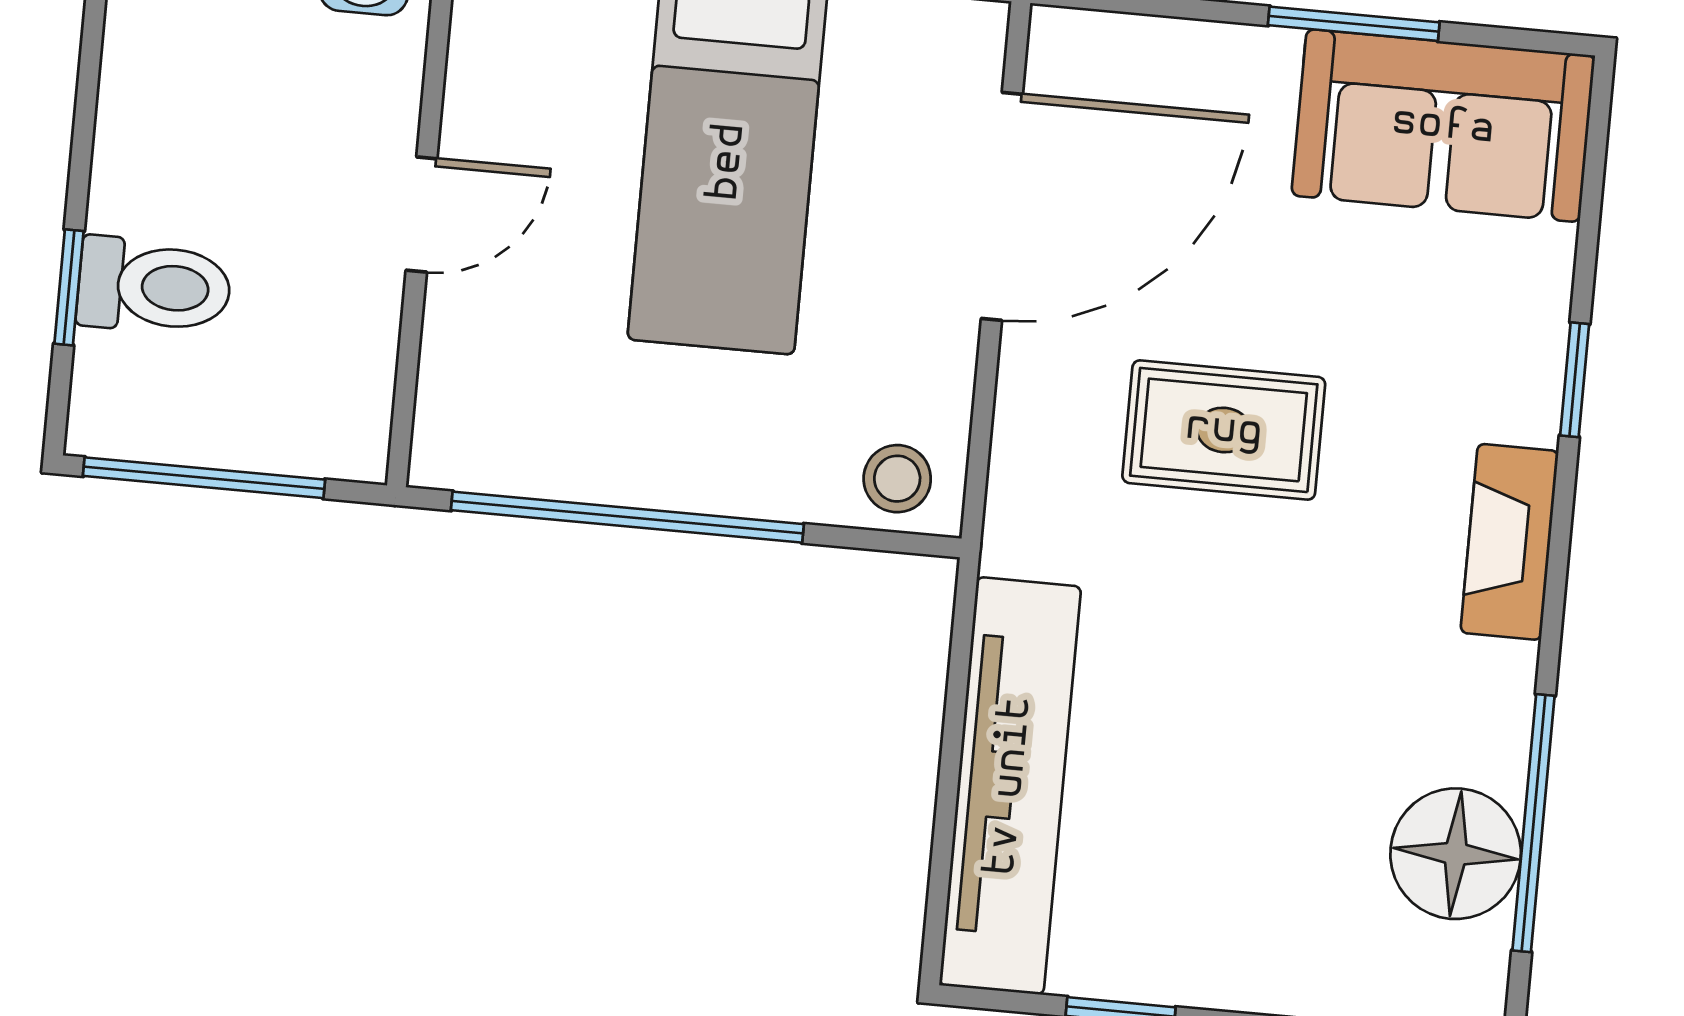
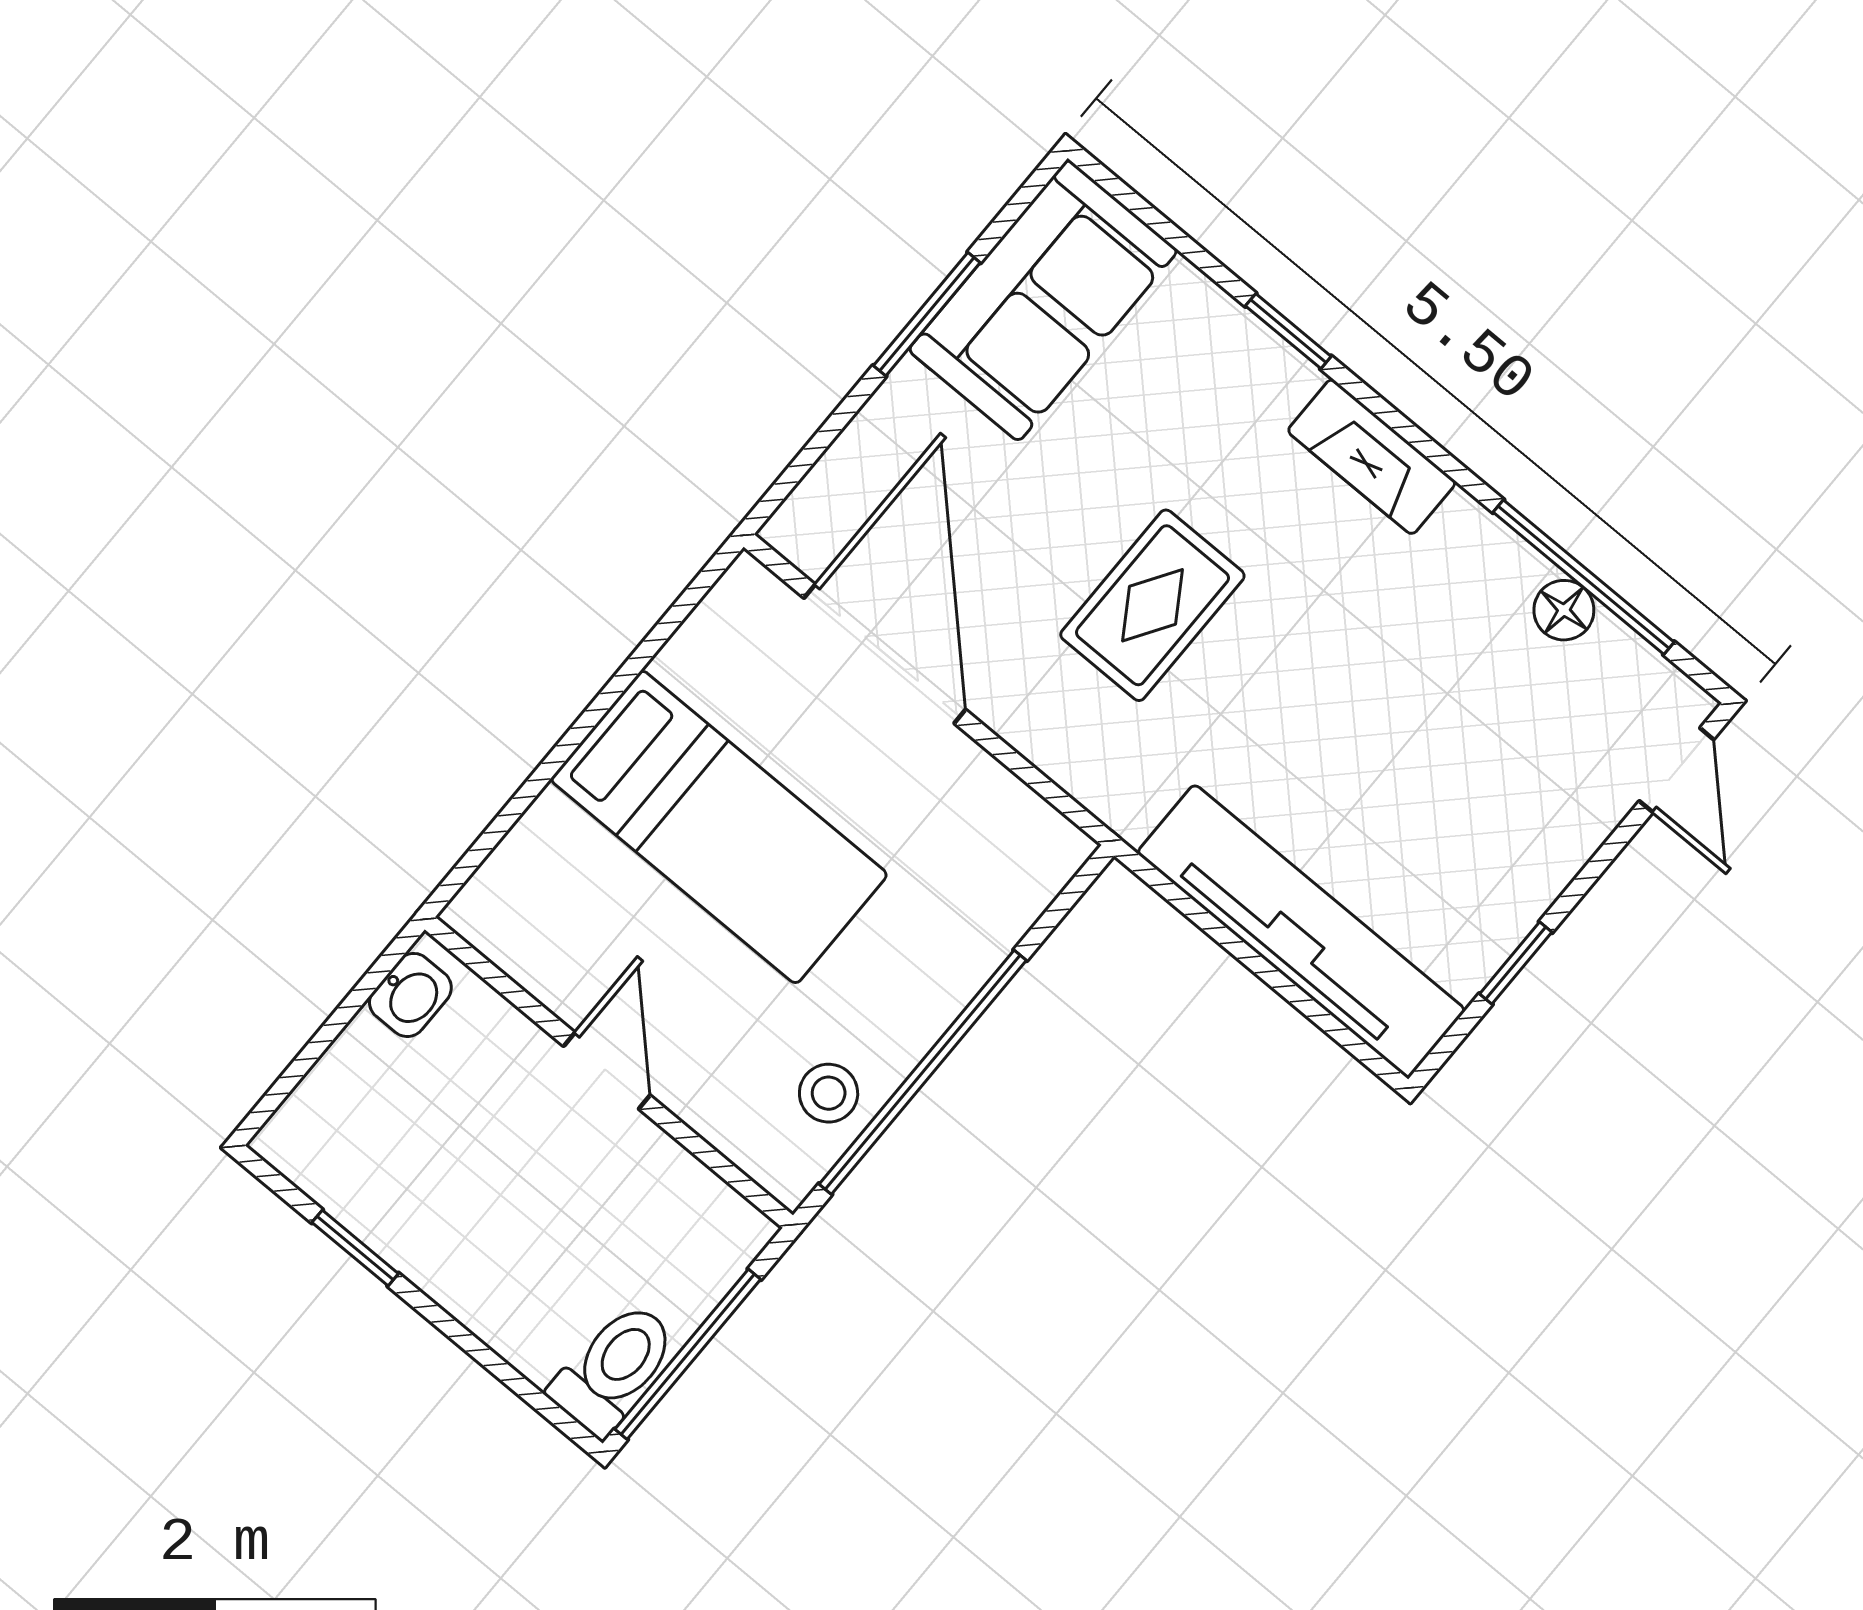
toilet: (154, 286) -> (614, 1368), moved
window: (69, 287) -> (355, 1248), moved
stool: (897, 479) -> (829, 1093), moved
floor lamp: (1456, 854) -> (1564, 610), width x0.53, depth x0.53

